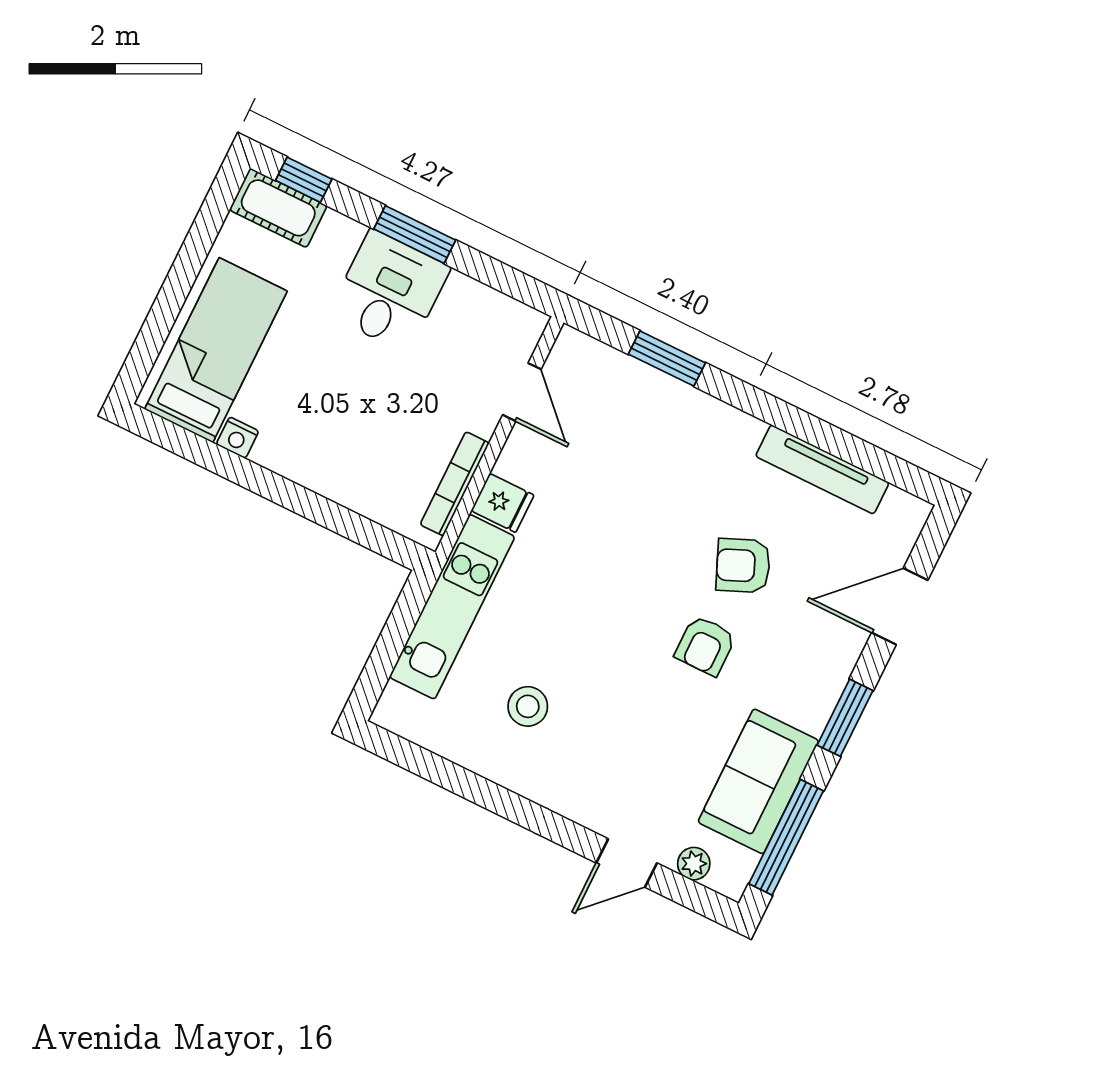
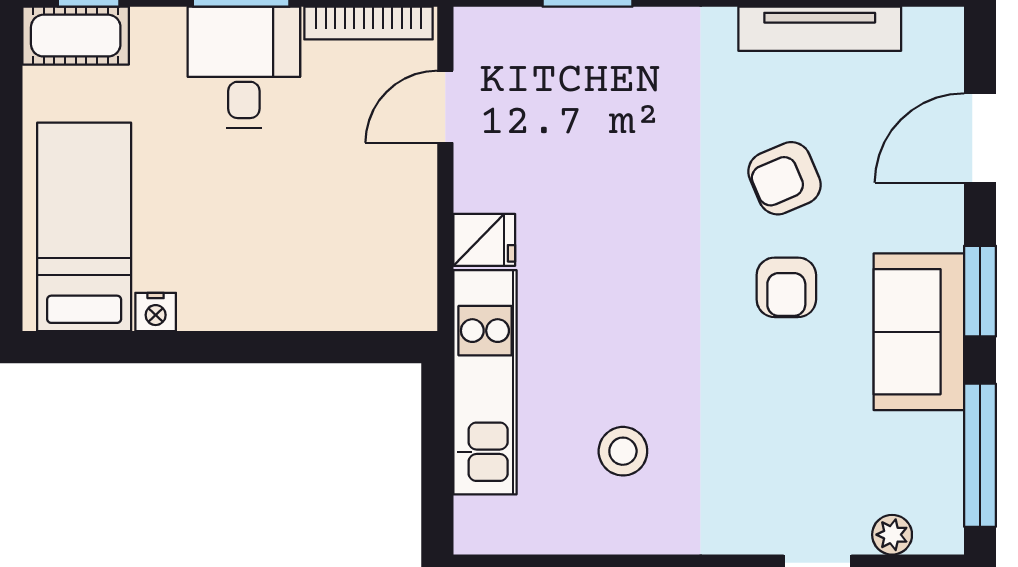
door: (522, 392) -> (445, 107), swing flipped
bookcase: (455, 484) -> (368, 23), moved, turned -90
sofa: (758, 781) -> (919, 332), moved

